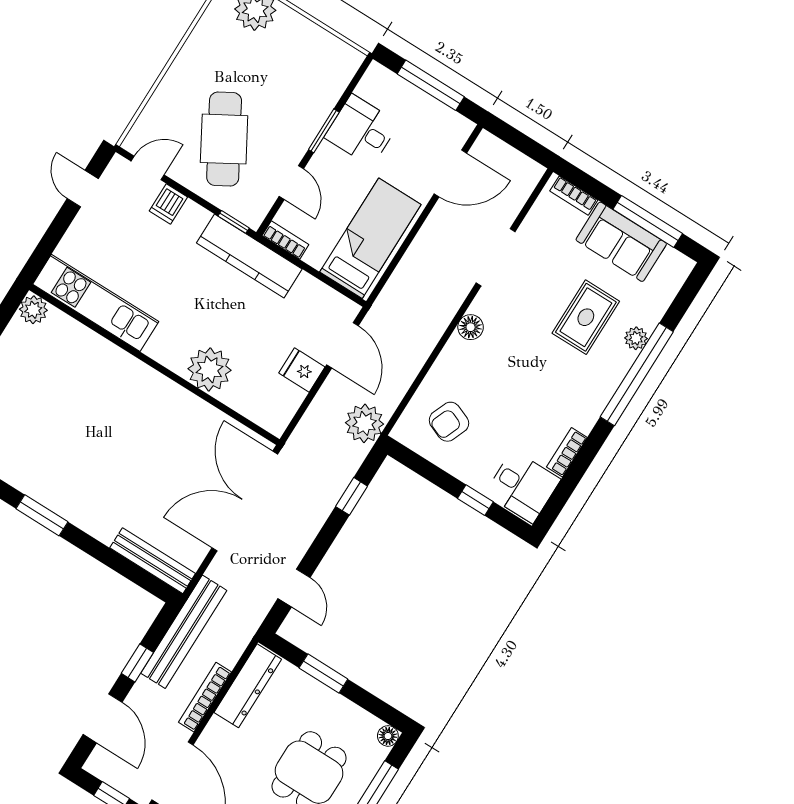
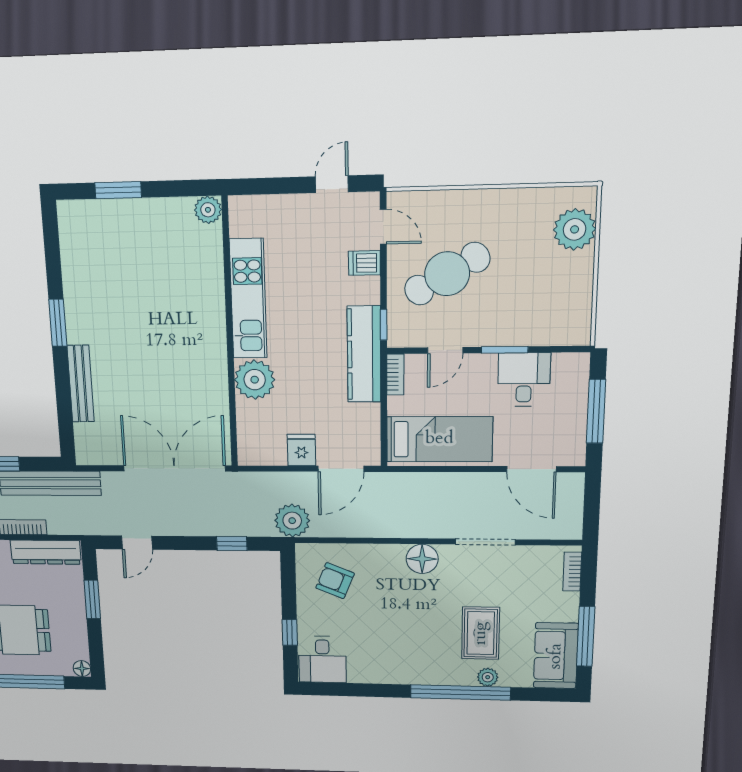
sofa: (621, 242) -> (556, 656), moved
kitchen unit: (96, 303) -> (248, 299), moved
rug: (586, 317) -> (481, 633), turned 90
floor lamp: (471, 327) -> (422, 559), width x1.38, depth x1.38
bookcase: (567, 452) -> (369, 676), removed
bench: (153, 561) -> (81, 384), moved

